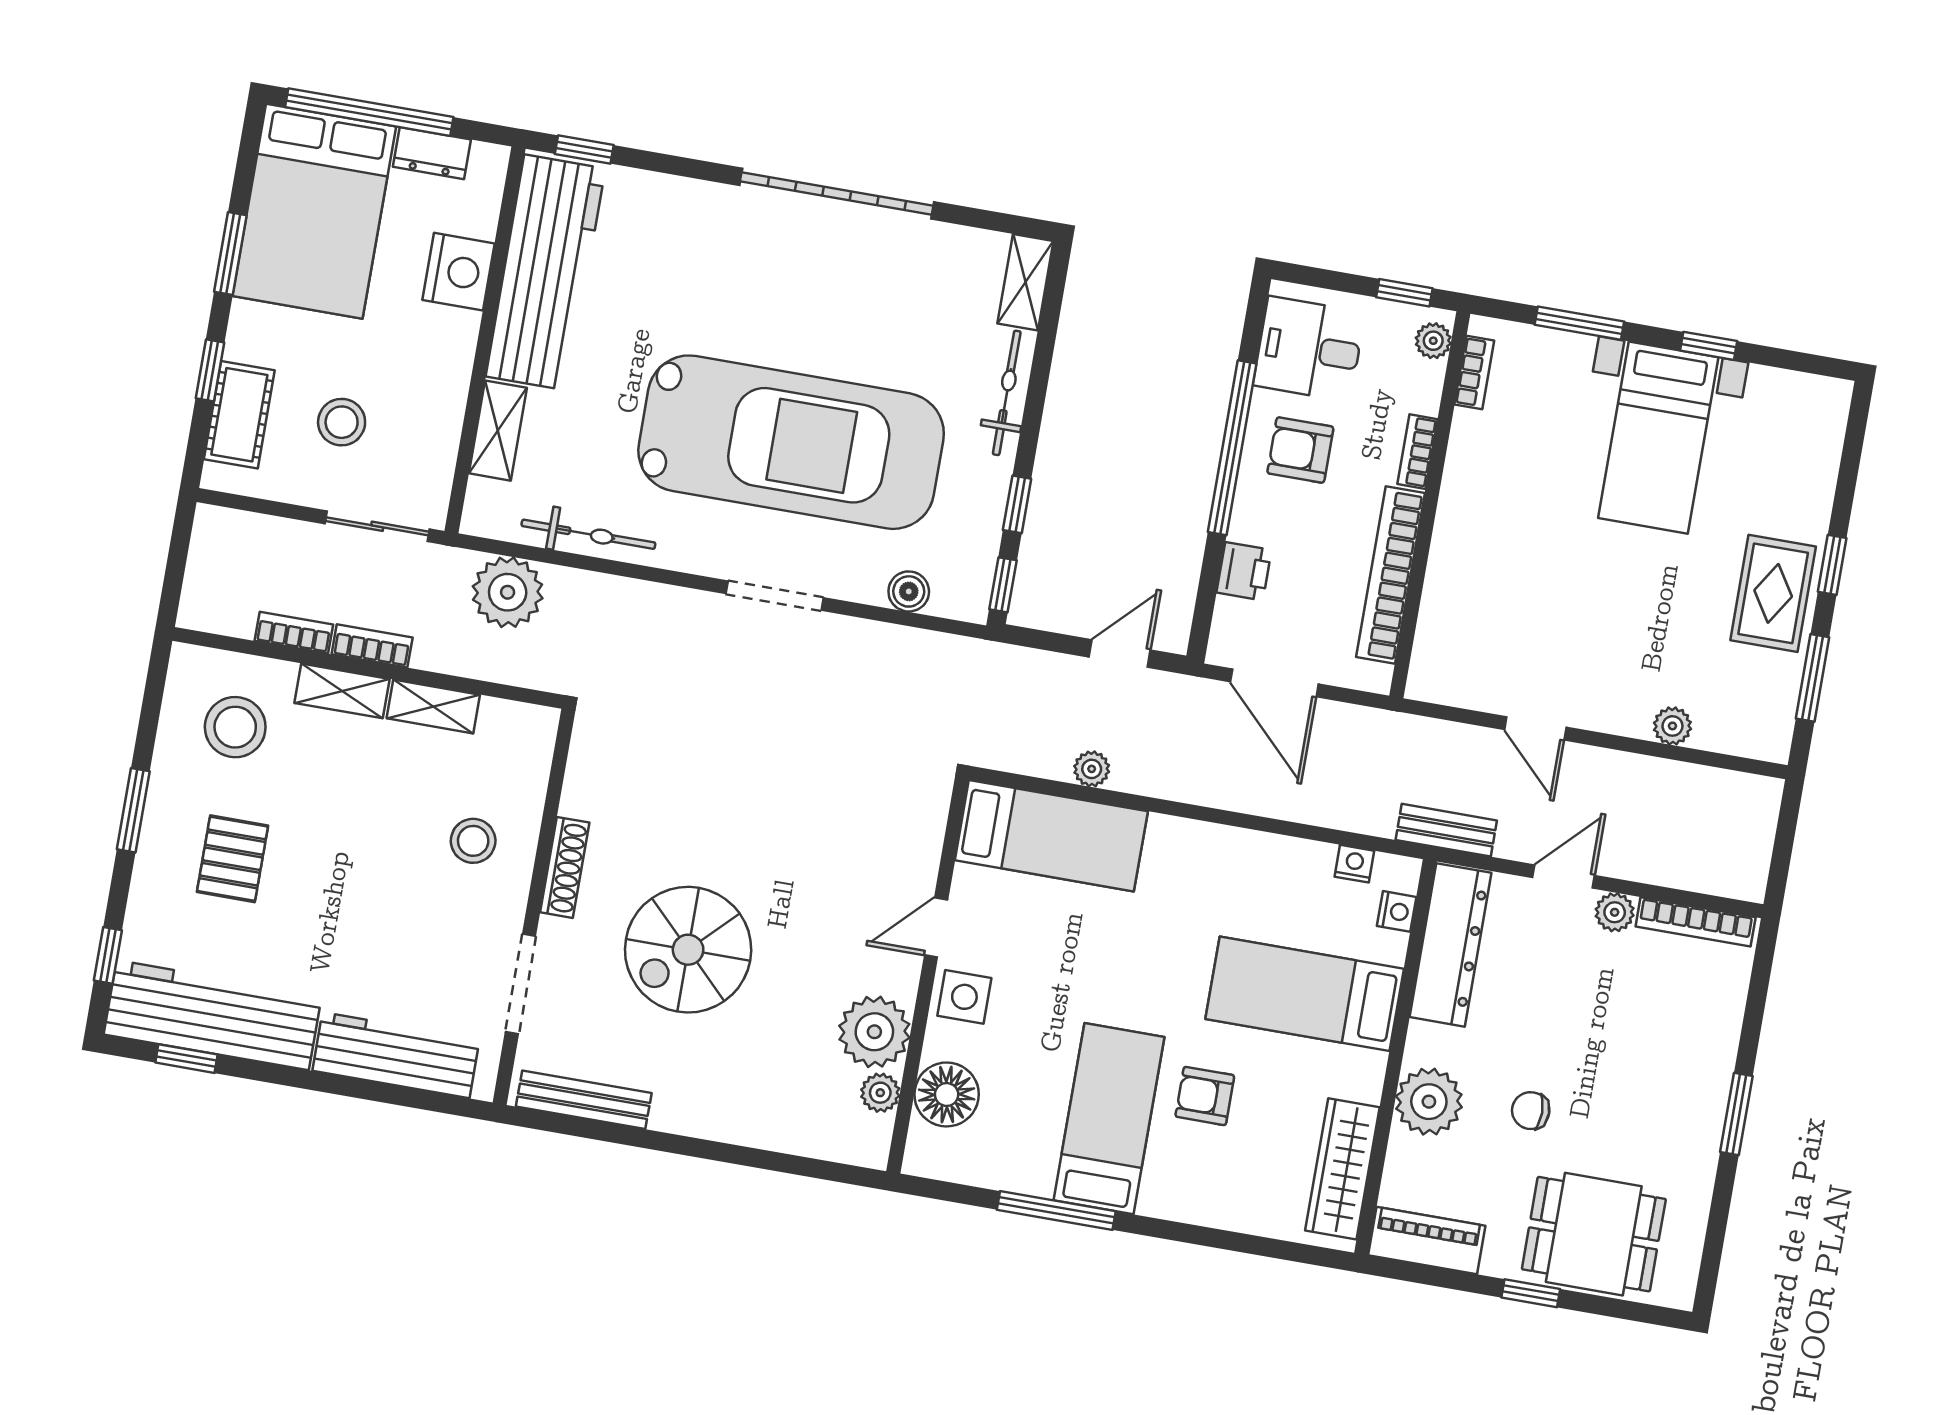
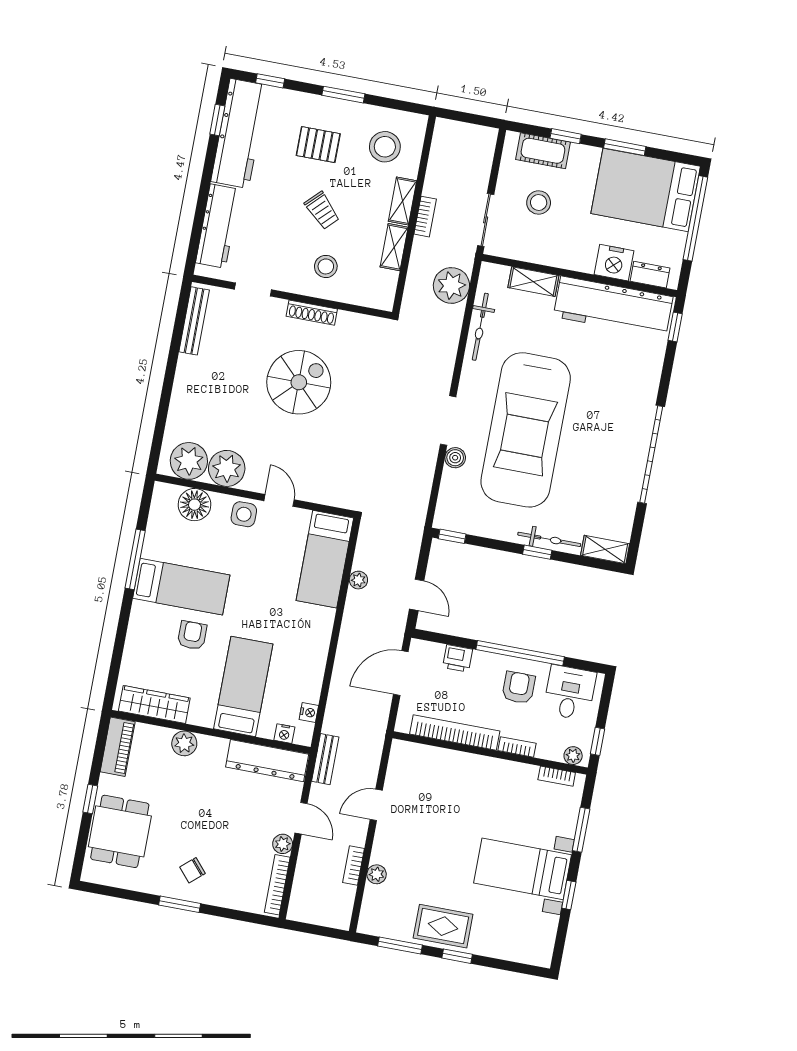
dresser: (432, 153) -> (650, 275), moved, turned 90
window: (1017, 504) -> (537, 552), moved
boiler: (909, 591) -> (455, 458), moved
bookcase: (294, 633) -> (354, 865), moved, turned 180
trolley: (363, 850) -> (322, 210), added
spiral stairs: (688, 950) -> (299, 382), moved, turned 90
doorway: (520, 984) -> (253, 290), width x0.73
plant: (880, 1093) -> (189, 461), width x1.87, depth x1.87
plant: (1429, 1102) -> (184, 743), width x0.73, depth x0.73
chair: (1531, 1111) -> (193, 870), moved, turned -131

